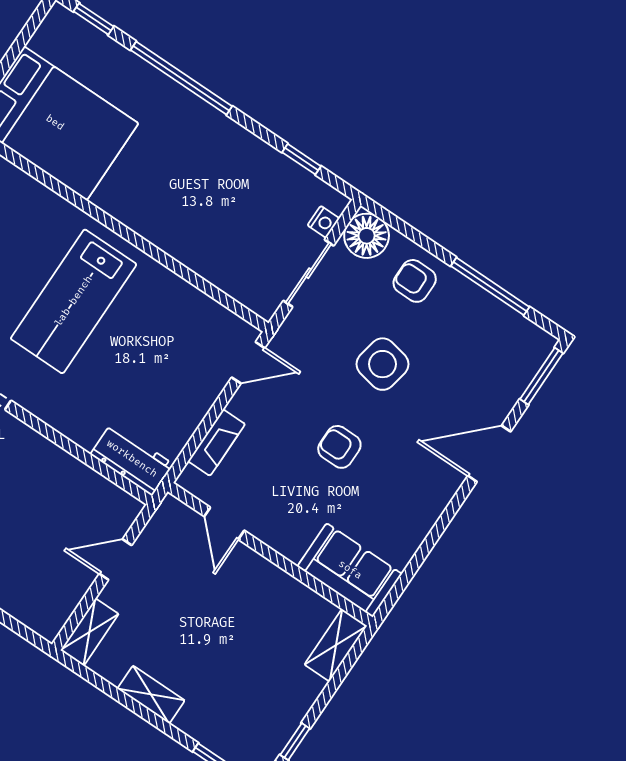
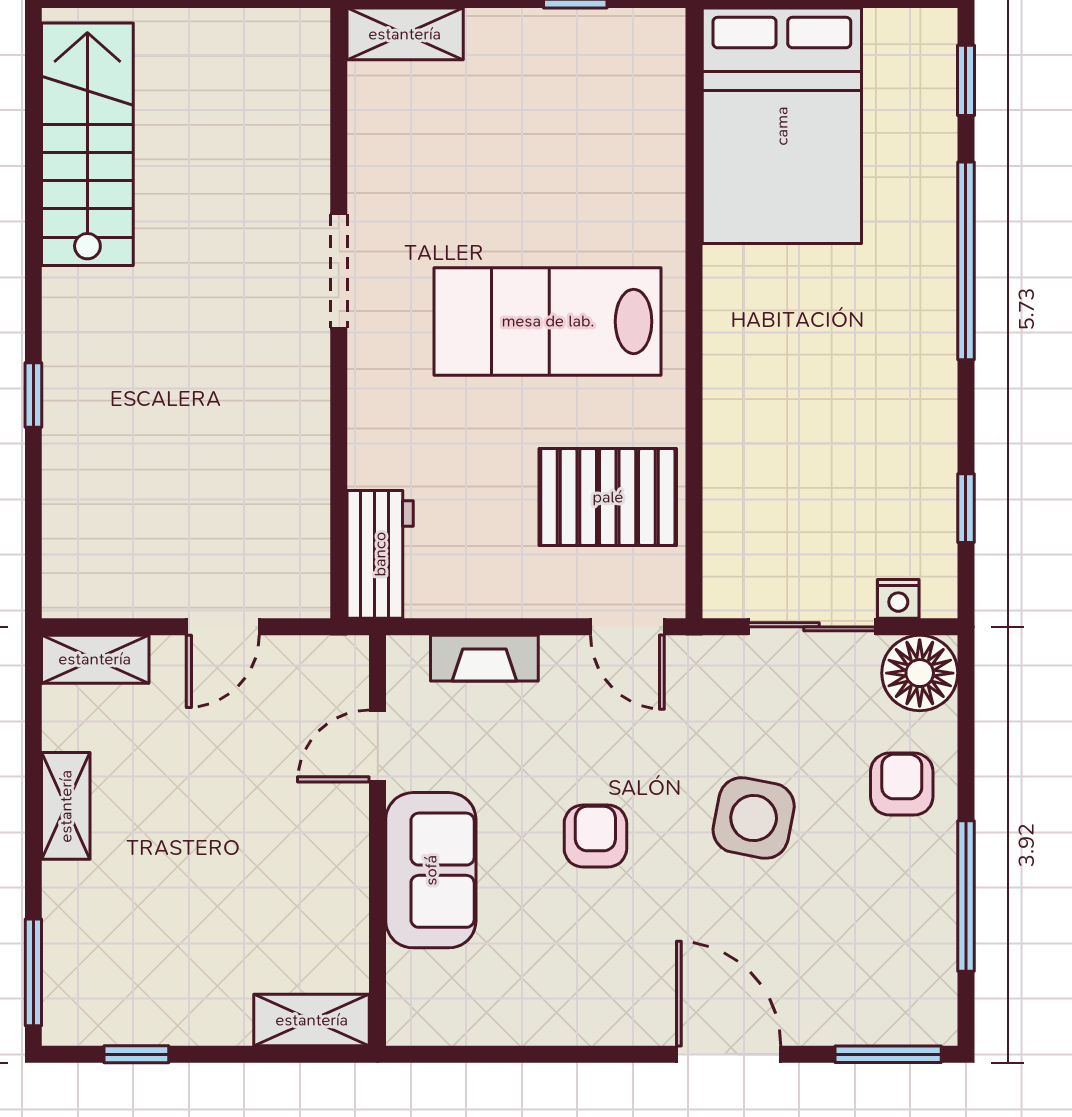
pallet: (179, 330) -> (608, 497), added
door: (115, 559) -> (223, 627), swing flipped
sofa: (350, 570) -> (431, 870), moved

